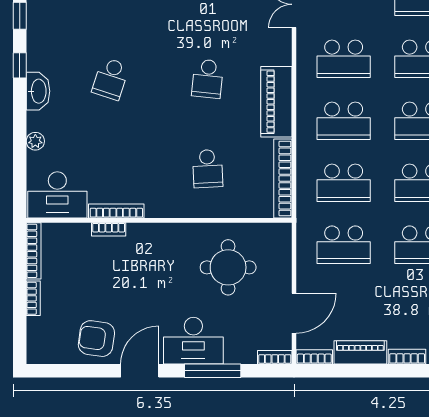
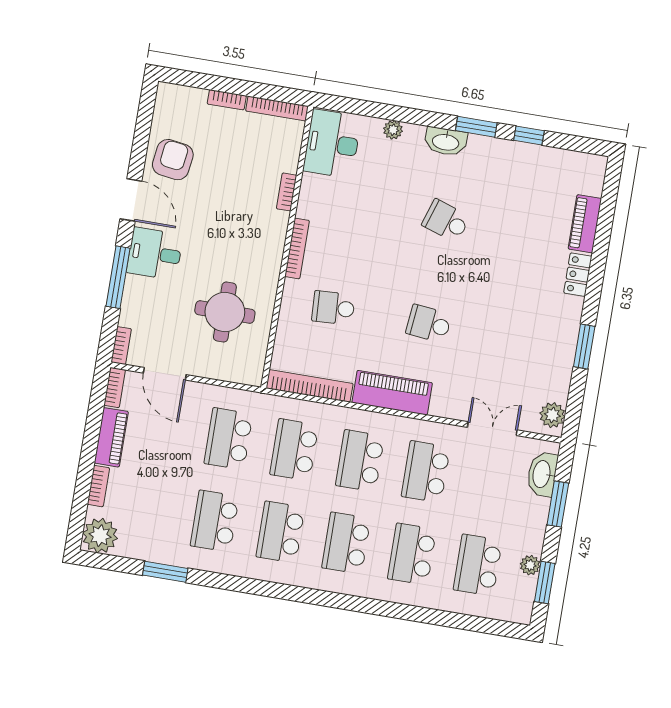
window: (20, 65) -> (476, 127), width x1.50
bookcase: (116, 211) -> (297, 248), moved
desk: (193, 341) -> (155, 254), width x0.73

